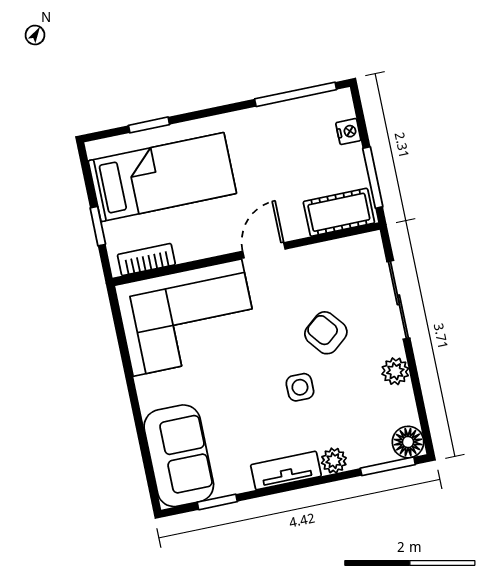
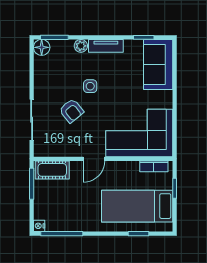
nightstand: (348, 132) -> (39, 226), moved
plant: (395, 371) -> (41, 84), removed

